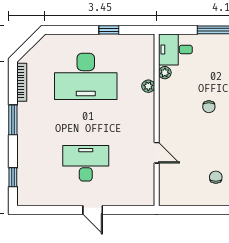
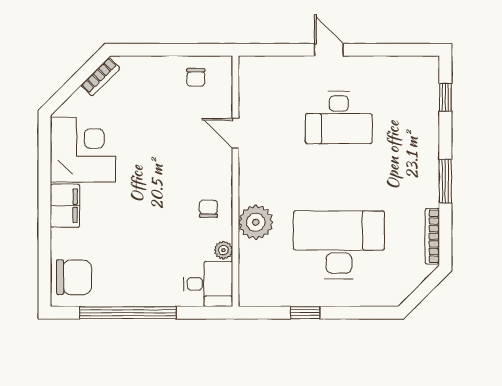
plant: (148, 86) -> (256, 222), width x1.88, depth x1.88
chair: (209, 107) -> (208, 209), moved
chair: (216, 177) -> (196, 77), moved

